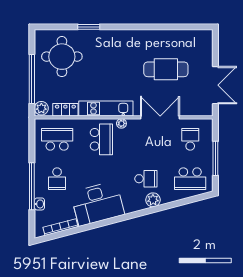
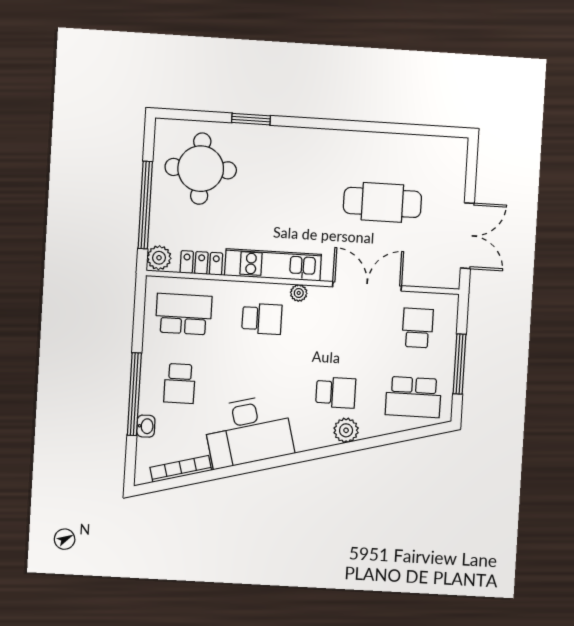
school desk: (101, 139) -> (262, 319), width x0.54

